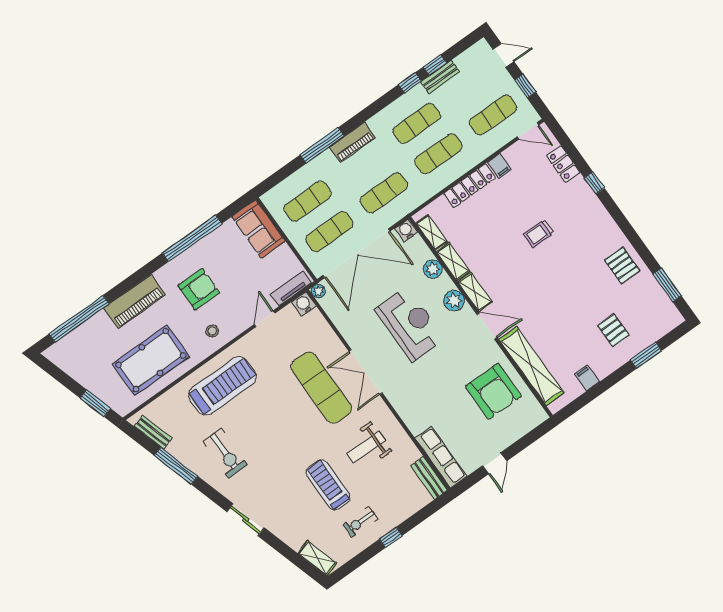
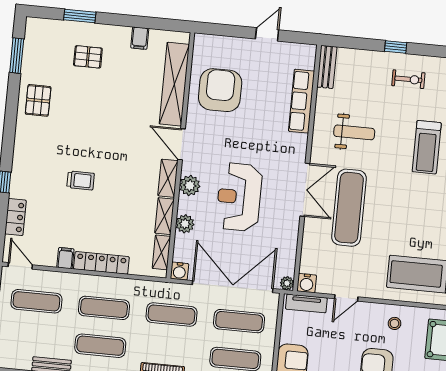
pallet: (613, 330) -> (88, 57), turned 90
row of seats: (441, 457) -> (302, 101), moved
treadmill: (328, 485) -> (427, 147), moved

